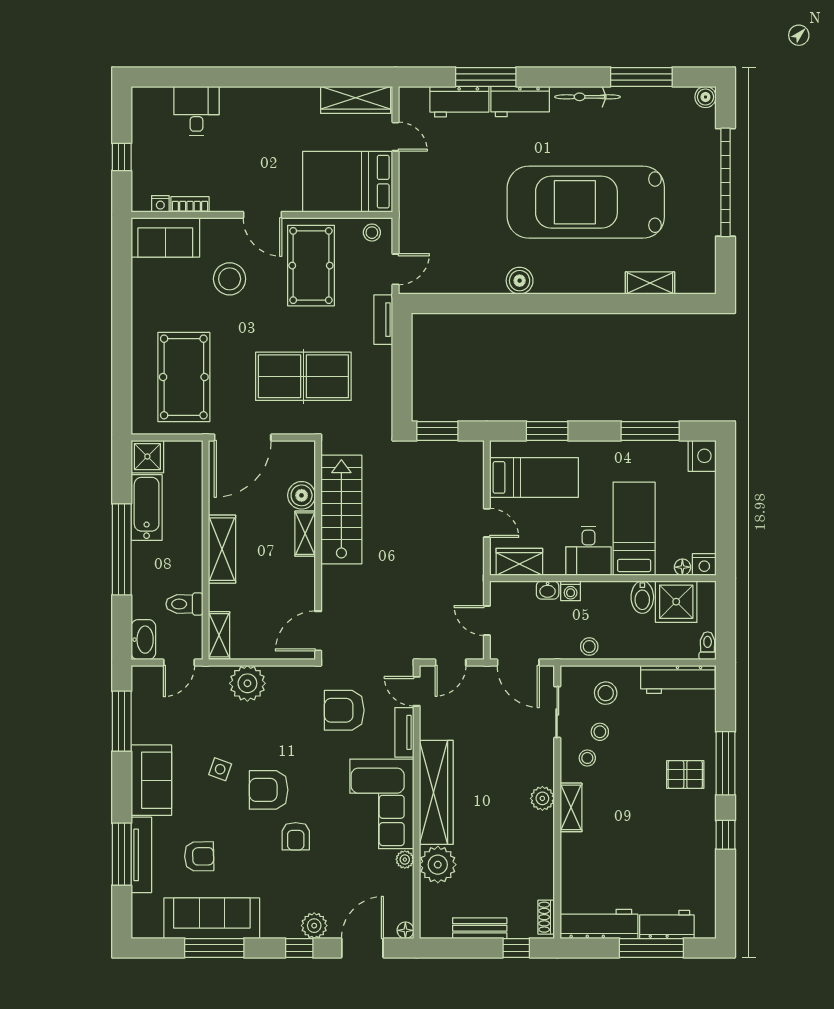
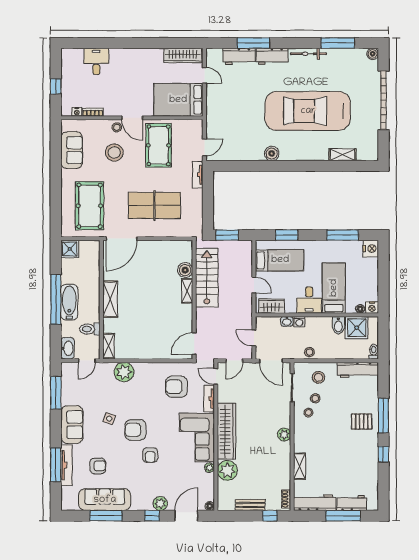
stool: (372, 233) -> (117, 127), moved
sofa: (165, 237) -> (72, 150), moved, turned -90
boiler: (302, 495) -> (185, 270), moved
bathtub: (147, 507) -> (69, 302), moved
stairs: (341, 509) -> (207, 278), moved
shelving: (305, 534) -> (187, 291), moved
wall: (318, 550) -> (194, 300), moved
door: (318, 631) -> (194, 344), moved
shelving: (571, 807) -> (300, 466), moved

